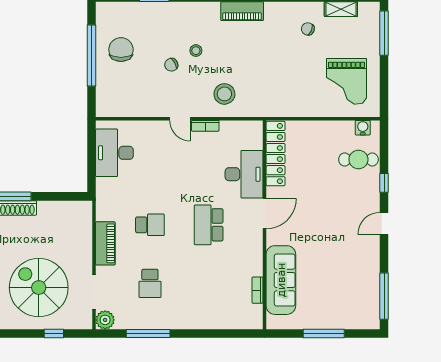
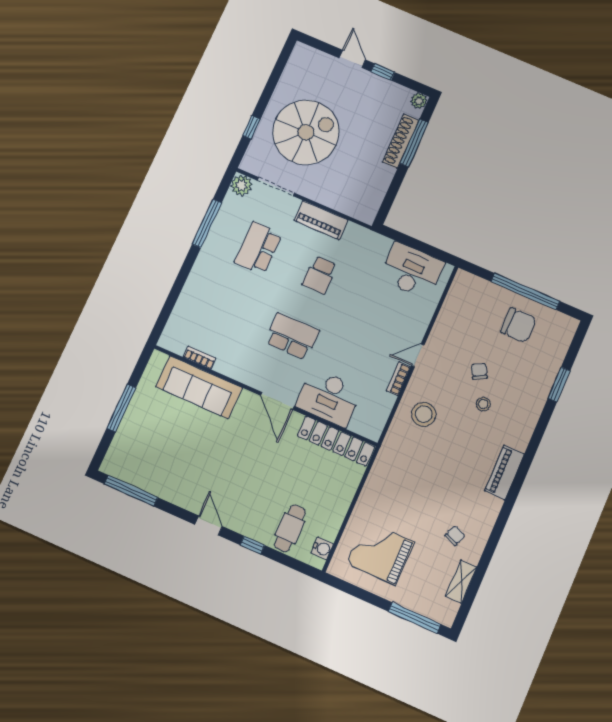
school desk: (150, 283) -> (258, 248), width x1.85

